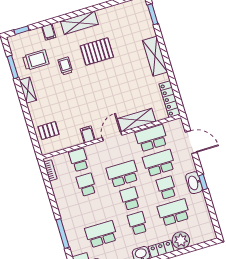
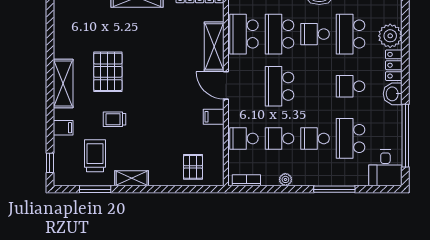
plant: (59, 197) -> (285, 179), added
school desk: (130, 199) -> (315, 138), moved

